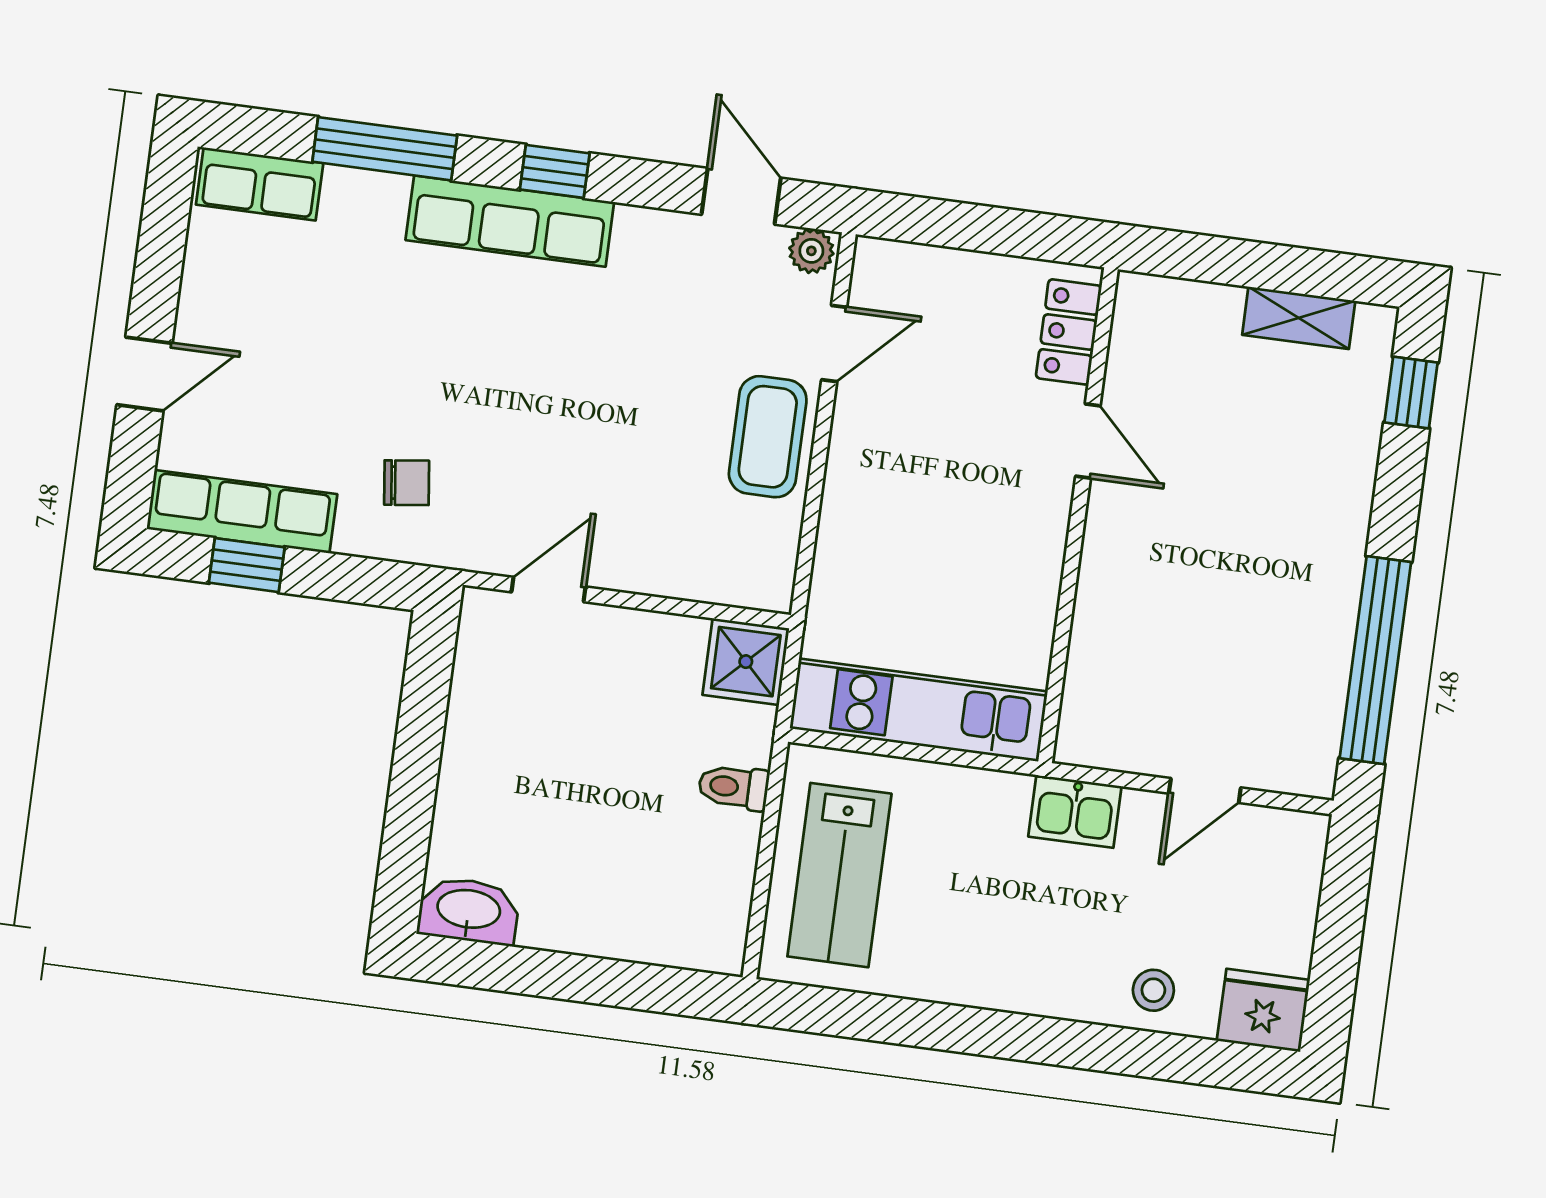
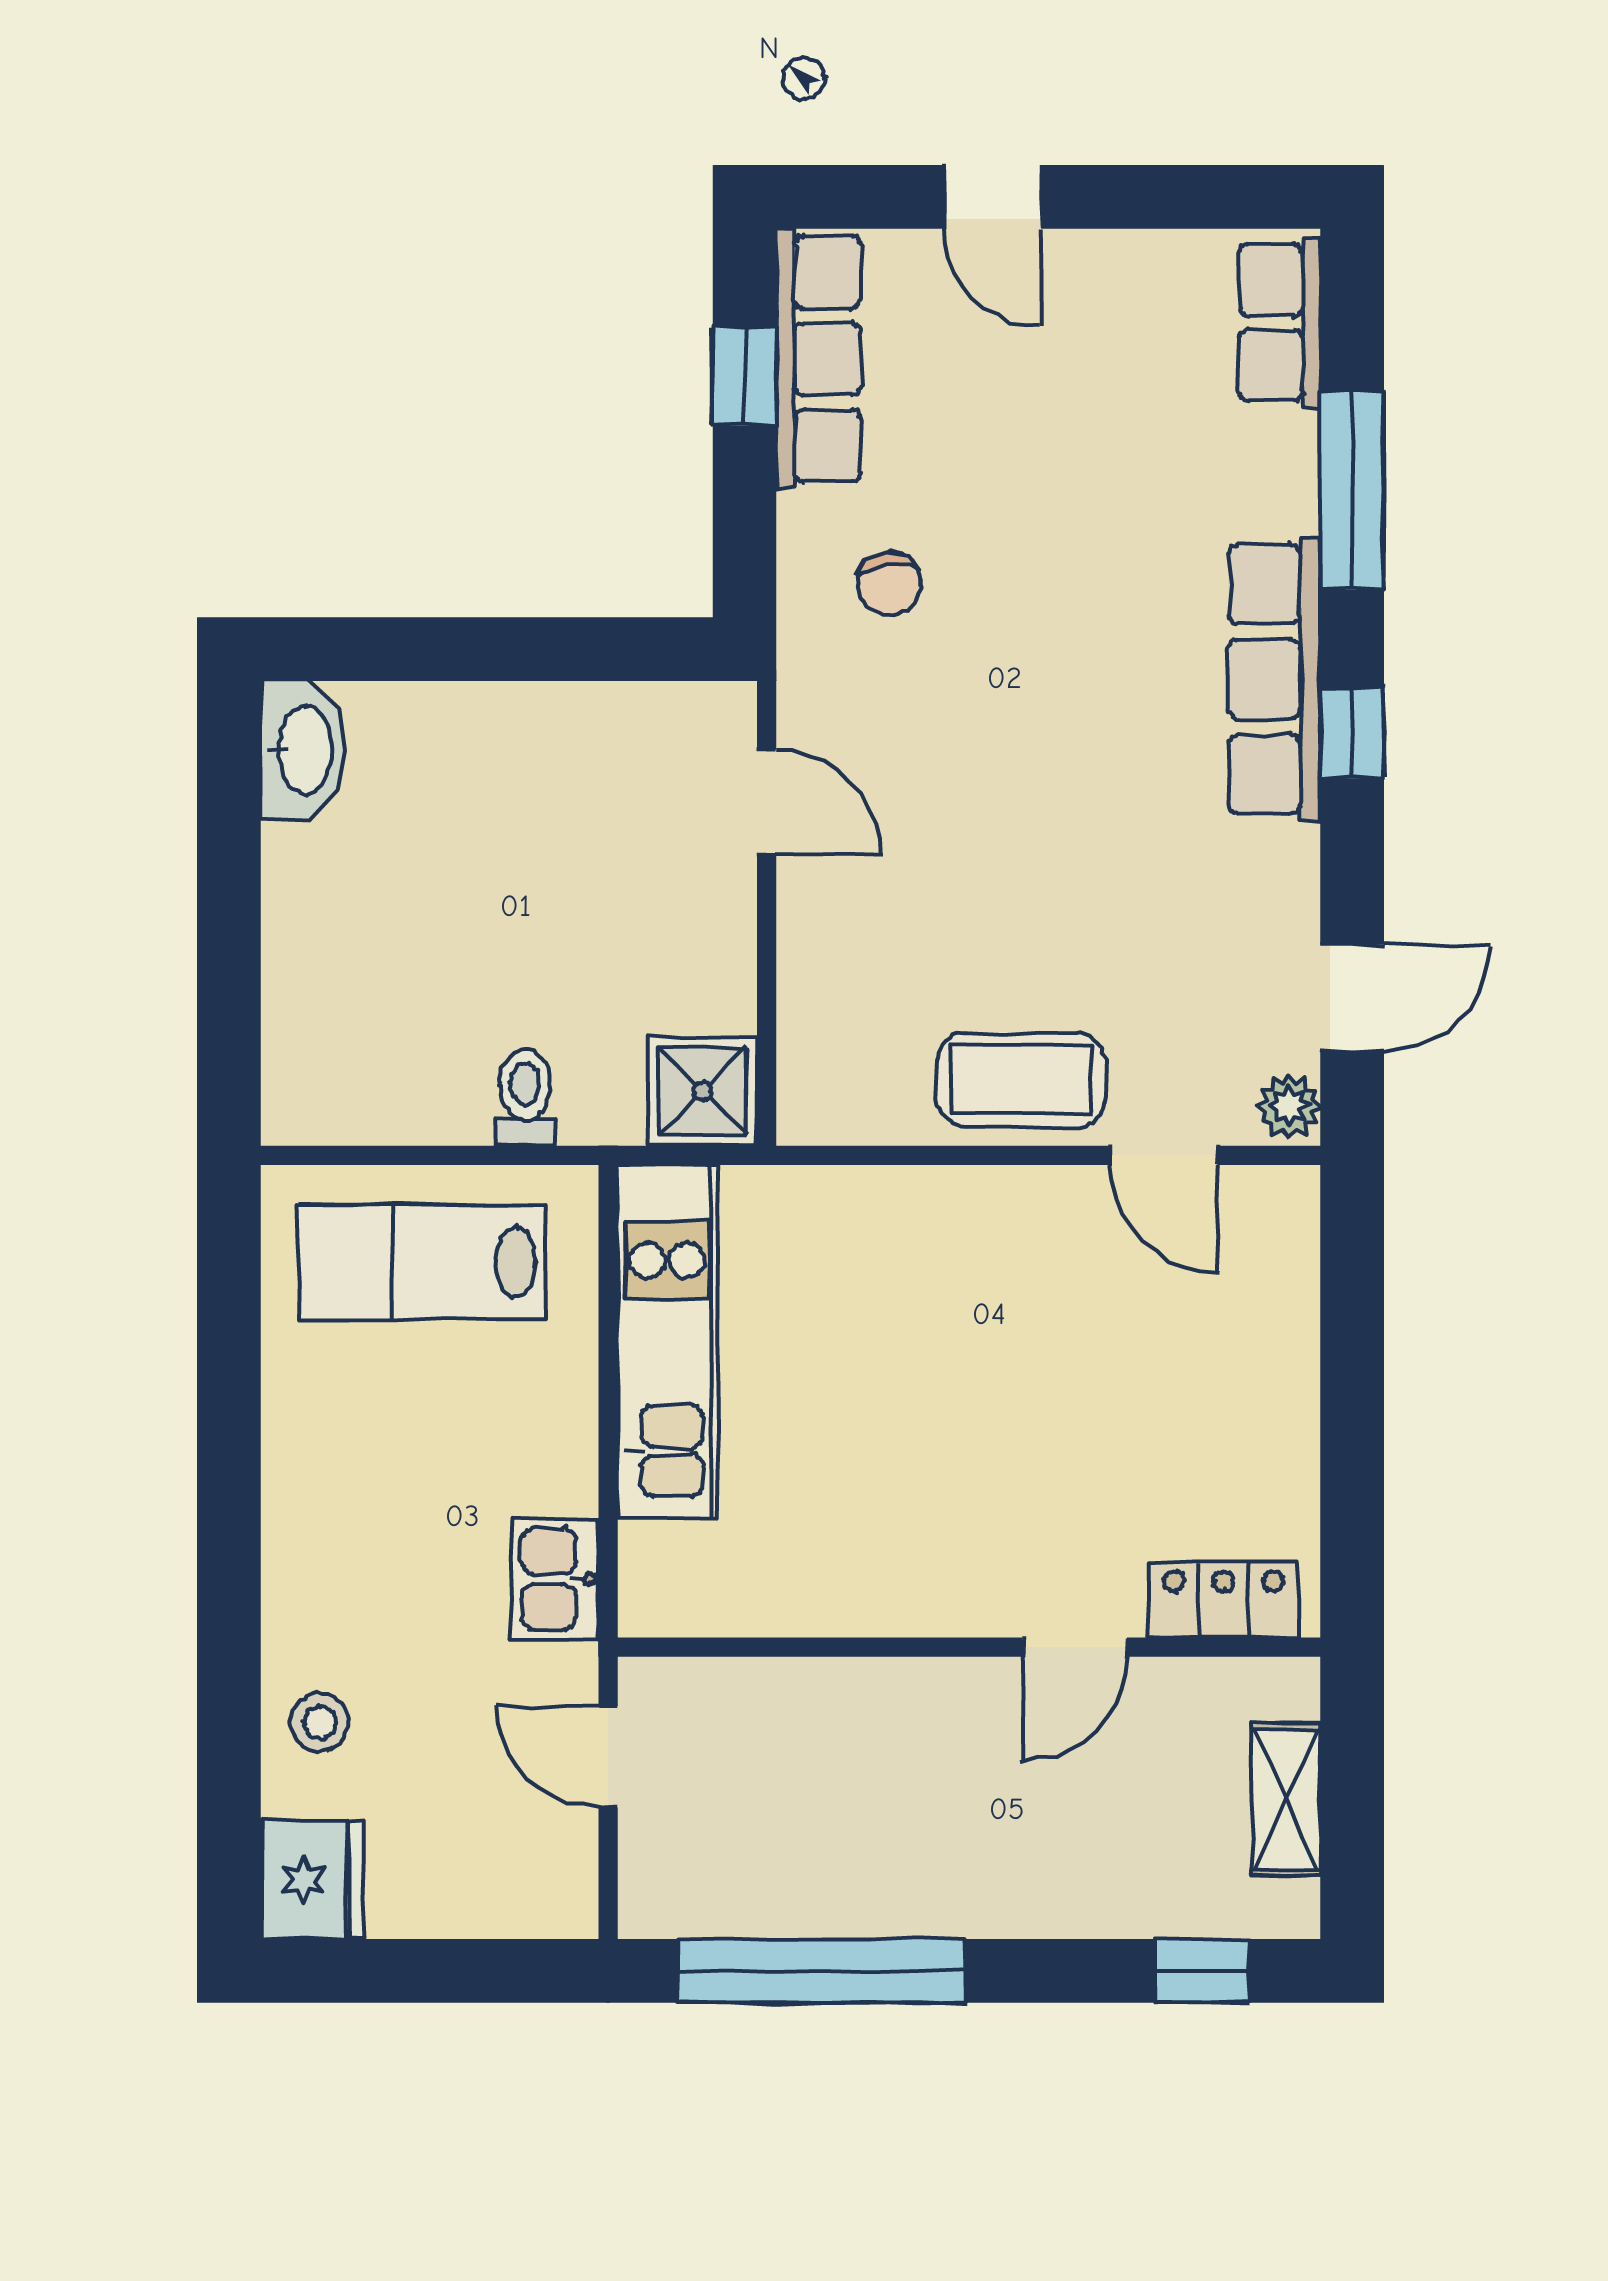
locker: (1069, 332) -> (1224, 1600), moved
door: (1088, 441) -> (1075, 1647), moved
wall: (1078, 515) -> (969, 1647), moved

